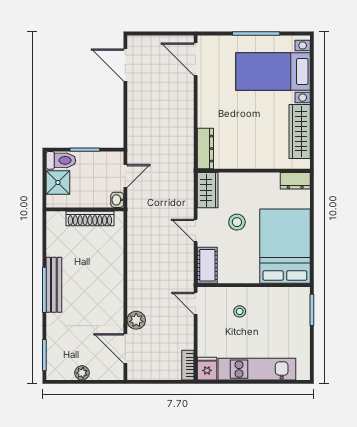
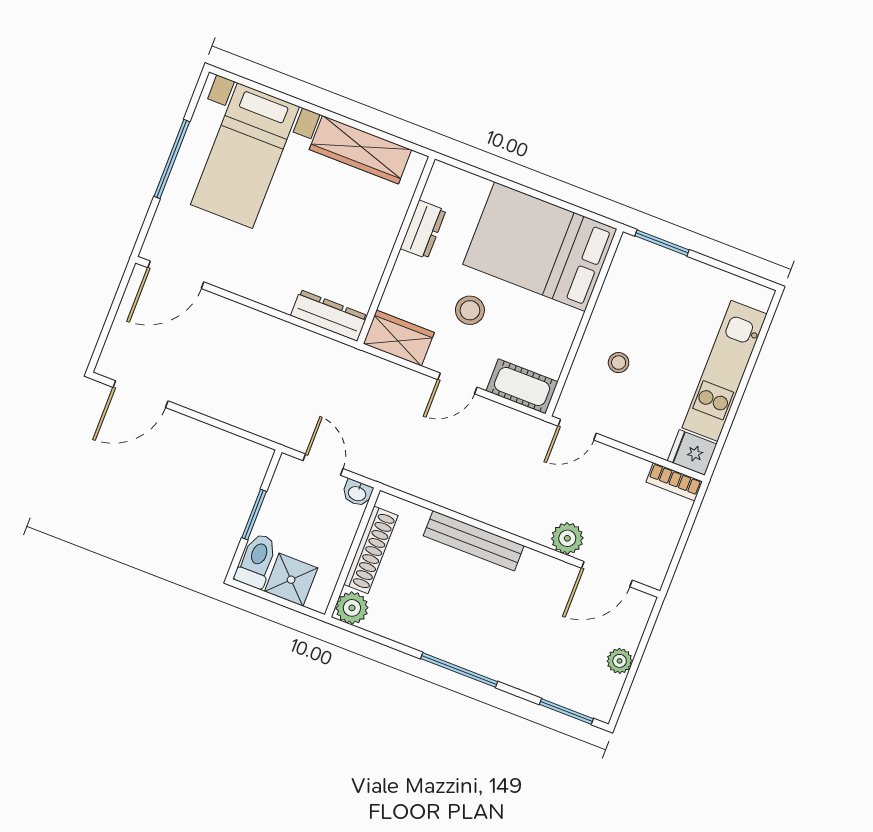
dresser: (295, 181) -> (423, 229), moved
plant: (55, 220) -> (352, 608), added
bench: (54, 285) -> (474, 541), moved

